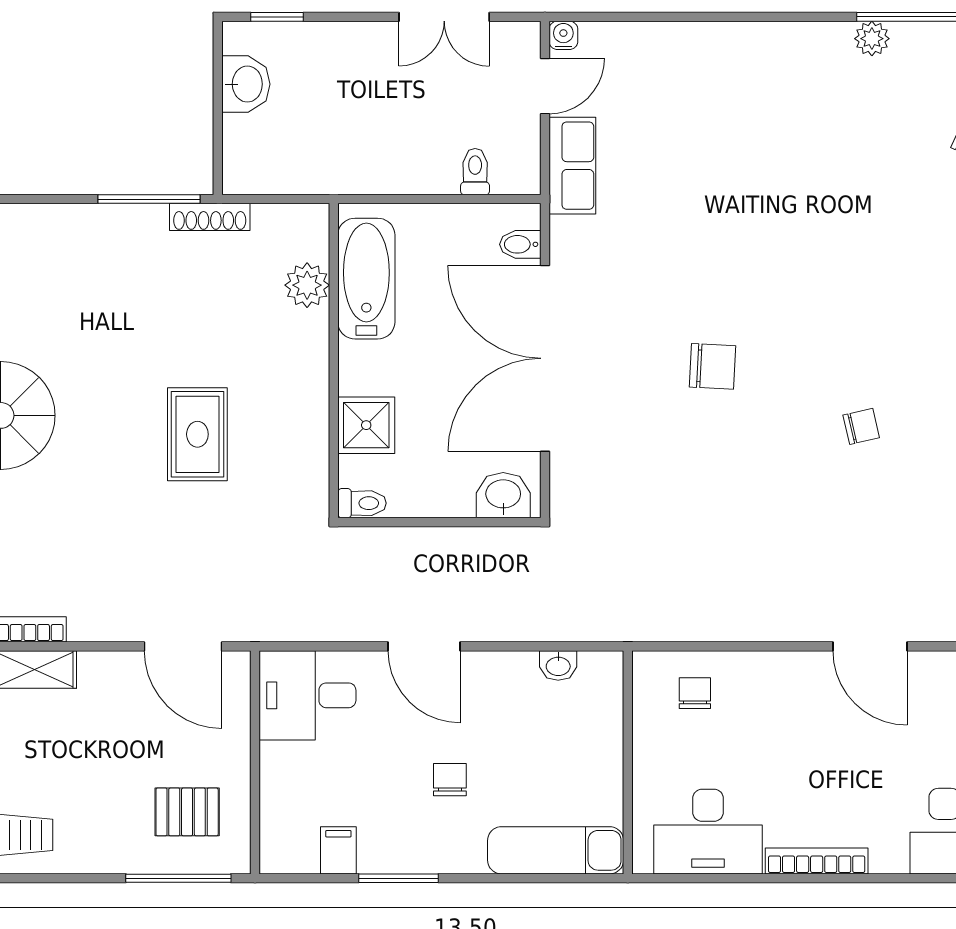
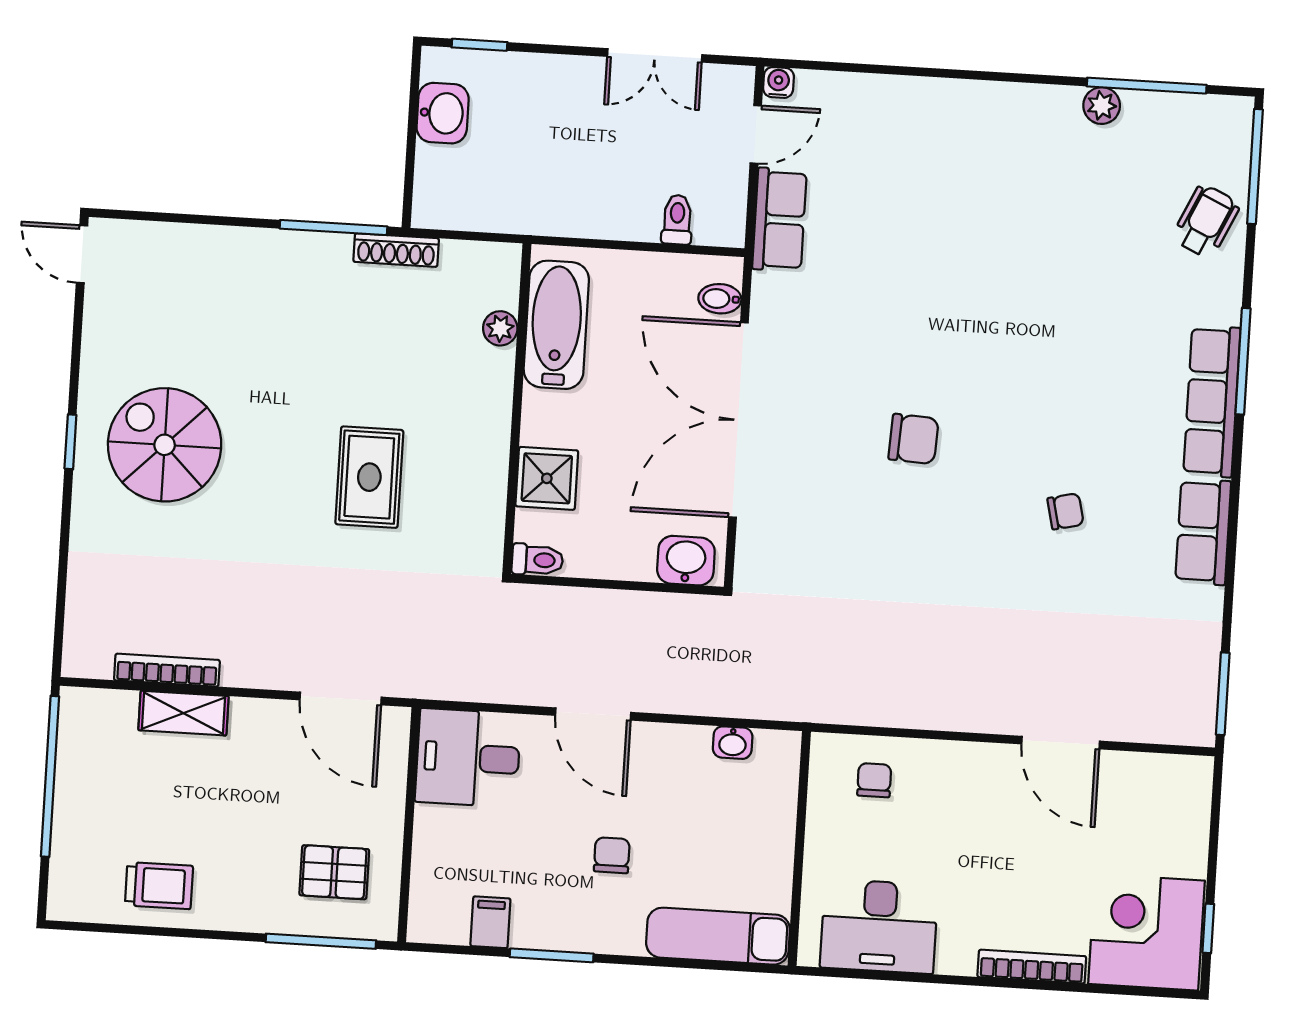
plant: (307, 285) -> (500, 328), width x0.73, depth x0.73
bookcase: (817, 861) -> (1032, 967), moved

